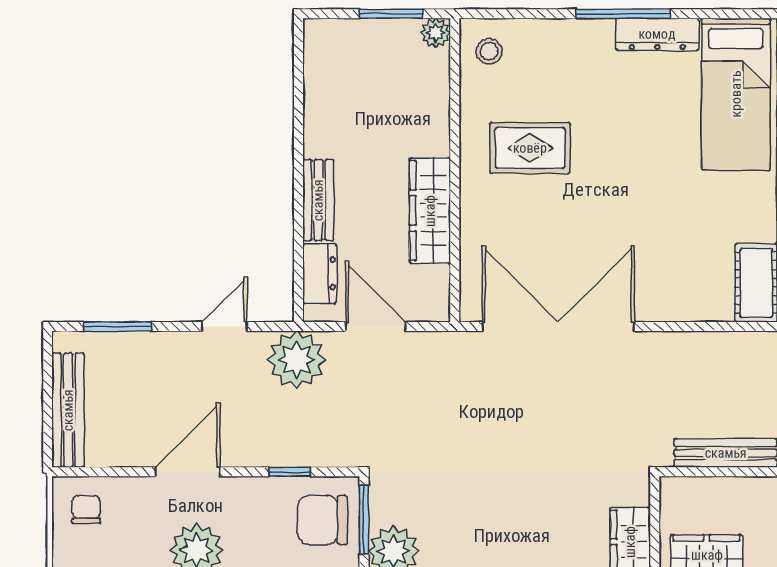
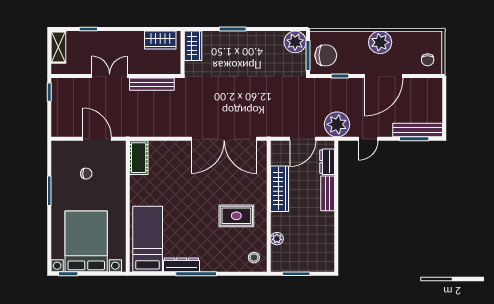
plant: (436, 33) -> (277, 239), moved
door: (376, 326) -> (303, 139), hinge flipped
bench: (68, 410) -> (418, 130), moved, turned 90
door: (188, 472) -> (384, 76), width x1.36

